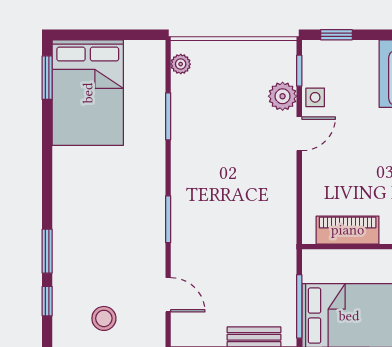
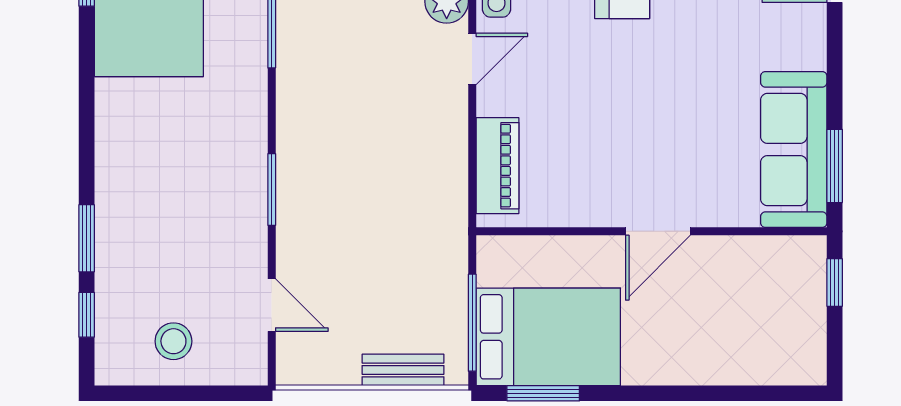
piano: (348, 230) -> (497, 166), moved, turned 90

